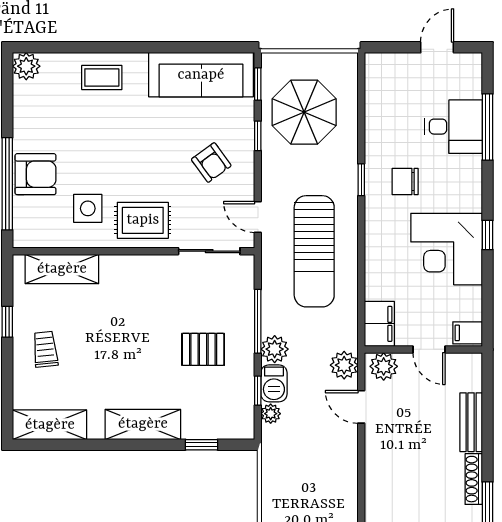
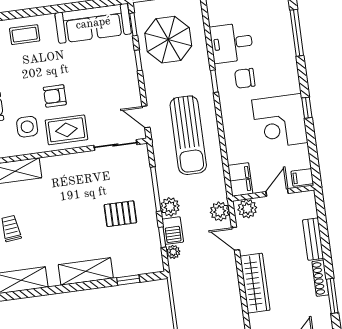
desk: (454, 127) -> (232, 43), moved, turned 180
armchair: (211, 163) -> (55, 96), moved, turned 126
door: (429, 349) -> (277, 193), swing flipped
wardrobe: (380, 473) -> (255, 283), added

